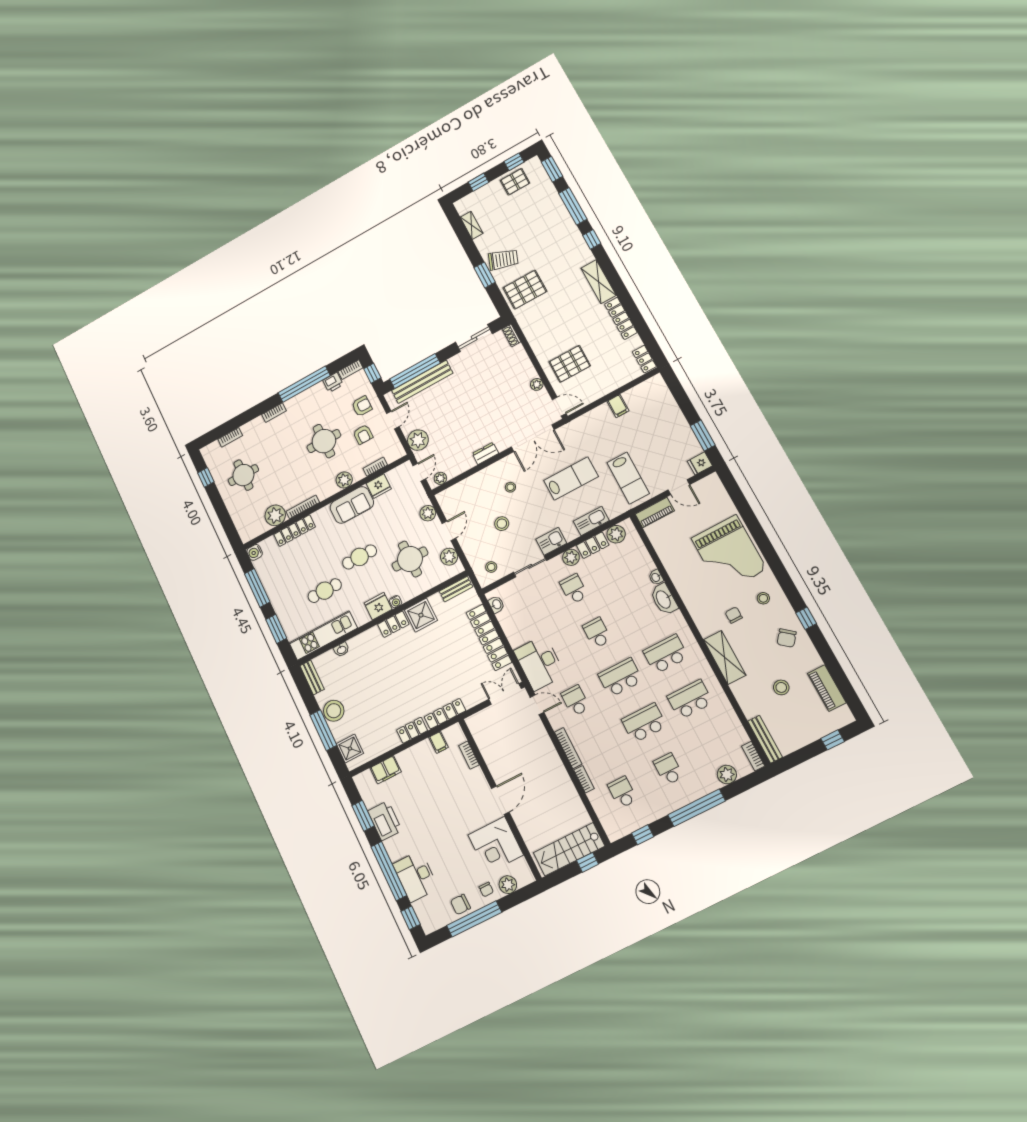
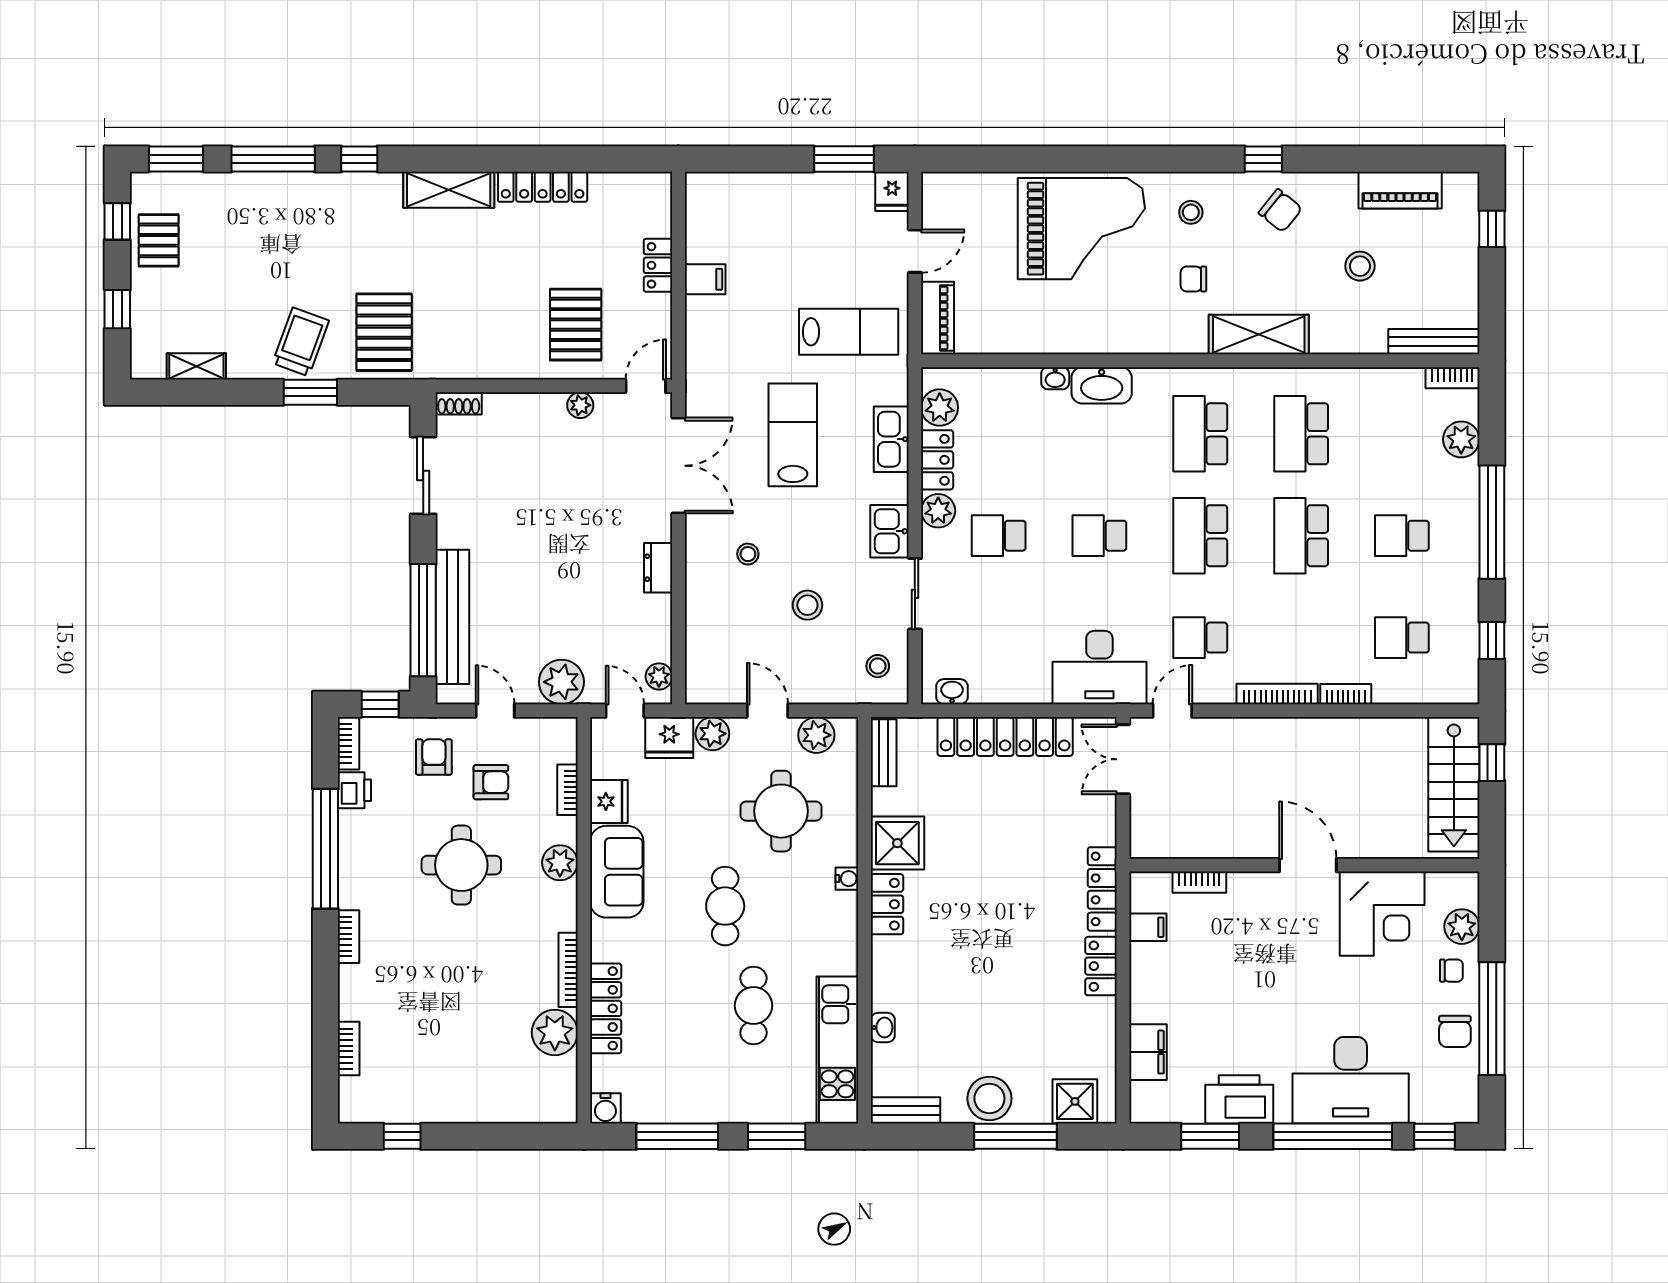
locker: (644, 359) -> (658, 265), moved, turned 90
round table: (243, 475) -> (440, 1058), removed
fridge: (378, 606) -> (669, 738), moved, turned -90
desk: (416, 876) -> (1351, 1080), width x1.36, depth x1.30

